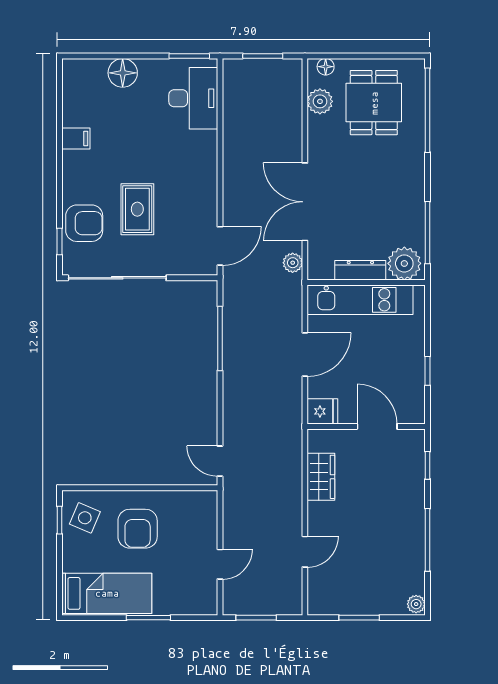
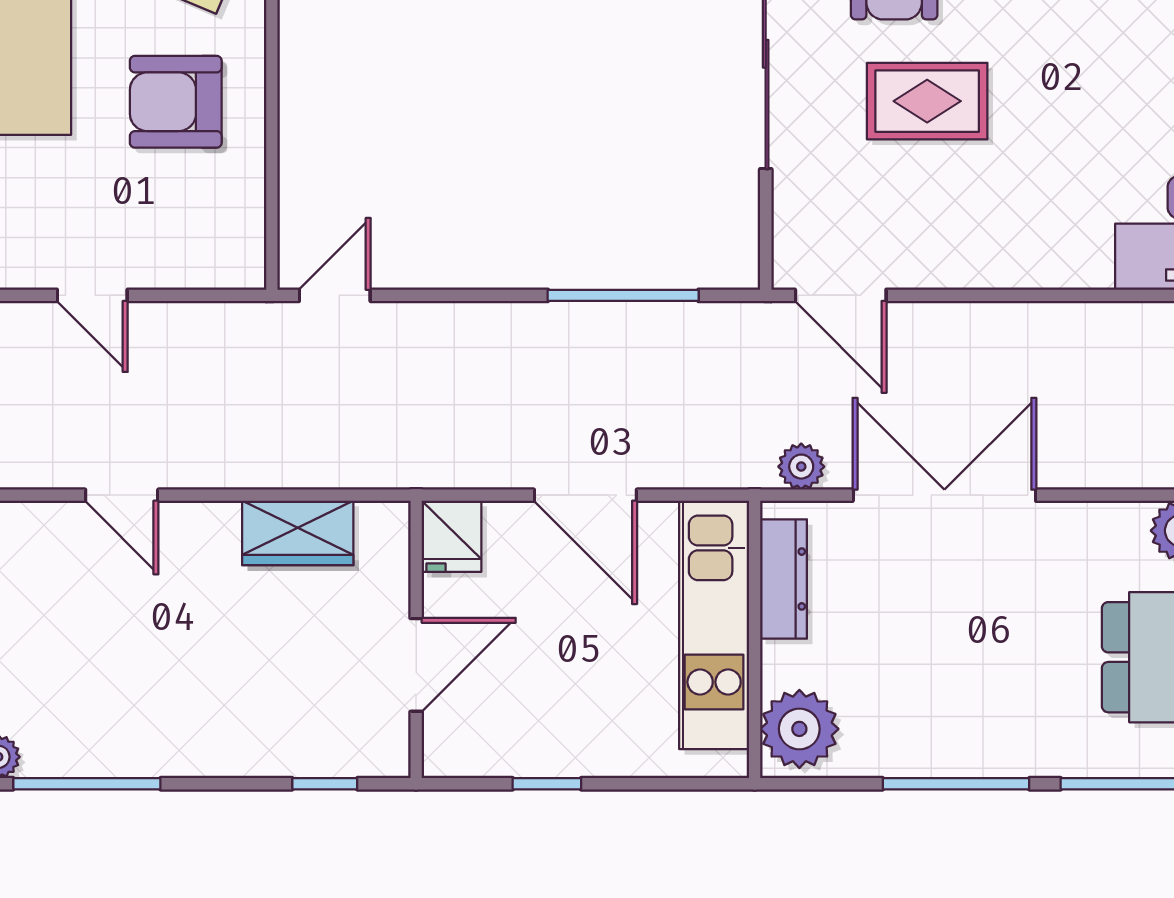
window: (428, 233) -> (956, 784), moved
dresser: (360, 270) -> (784, 579), moved
window: (428, 540) -> (87, 784), moved

